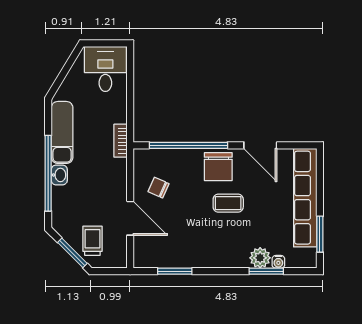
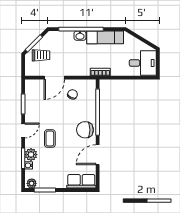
row of seats: (305, 198) -> (81, 181), width x0.50
coffee table: (228, 203) -> (50, 139), moved
plant: (309, 257) -> (32, 183), added
door: (219, 271) -> (23, 130), added

